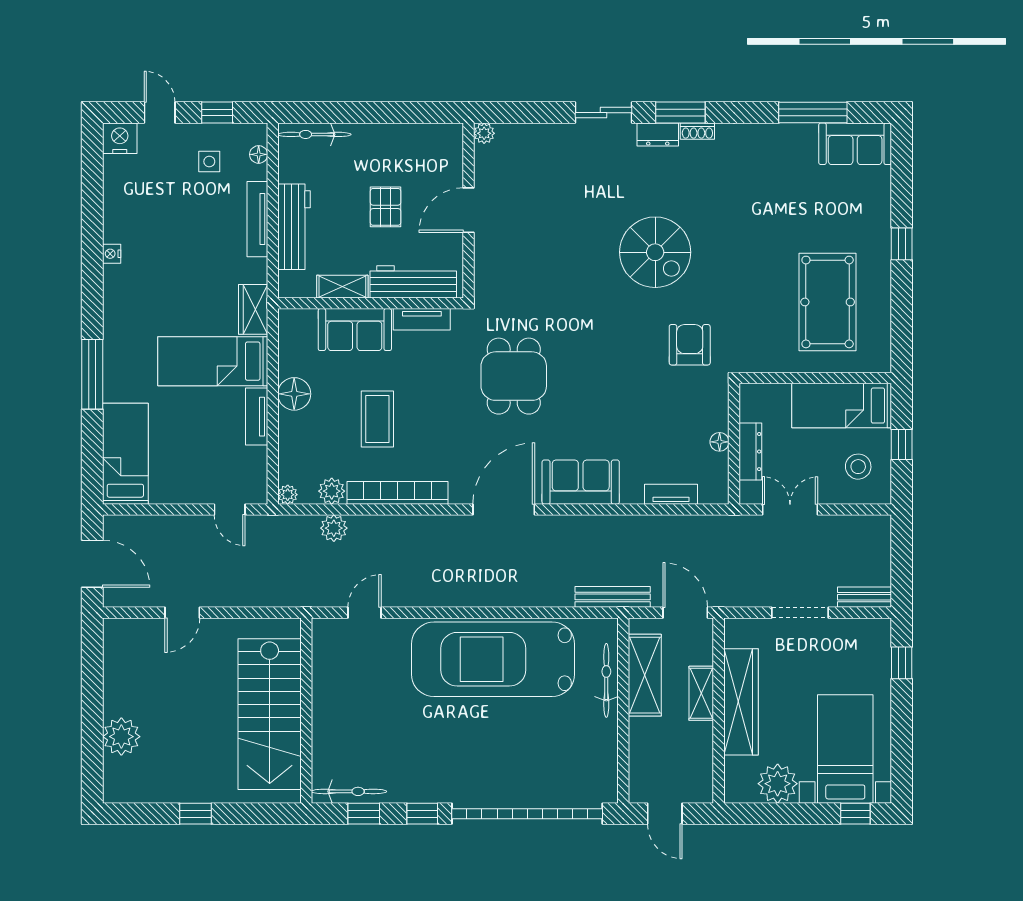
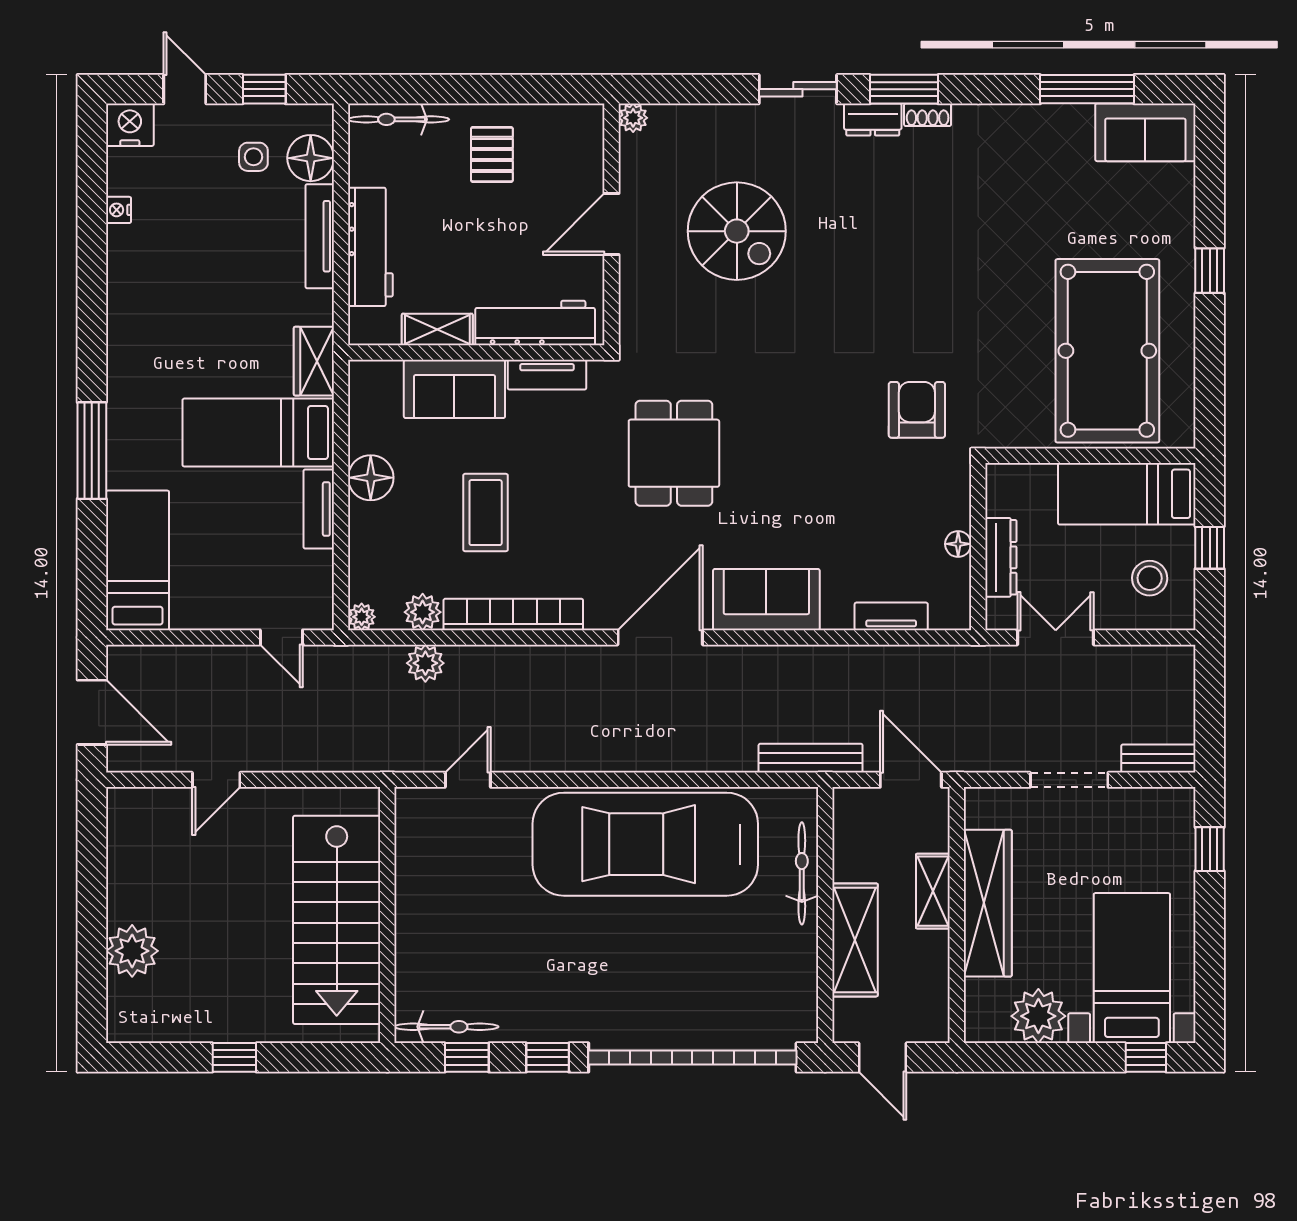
floor lamp: (259, 154) -> (311, 158), width x1.89, depth x1.89
pallet: (386, 207) -> (492, 154), moved
spiral stairs: (655, 252) -> (737, 231), moved
nightstand: (112, 254) -> (119, 210), moved
pool table: (828, 302) -> (1107, 351), width x1.36, depth x1.32
shelving: (645, 675) -> (855, 940), moved

